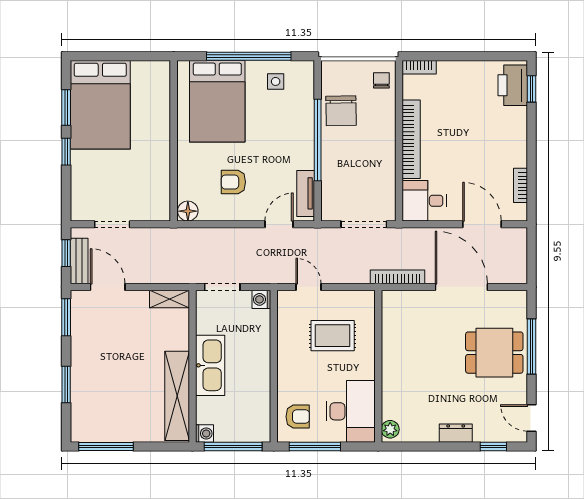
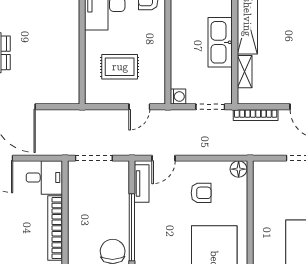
bookcase: (397, 277) -> (256, 115), moved
door: (308, 287) -> (139, 107), hinge flipped
shelving: (169, 299) -> (245, 72), moved, turned 90

